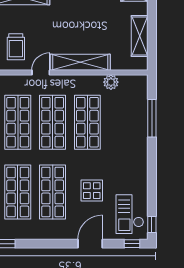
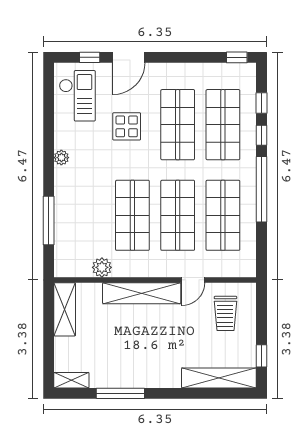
shelving: (140, 36) -> (65, 309), moved
trolley: (16, 47) -> (225, 313), turned 180
plant: (142, 167) -> (61, 158), added
window: (152, 225) -> (49, 82), removed
window: (132, 244) -> (90, 57), moved

